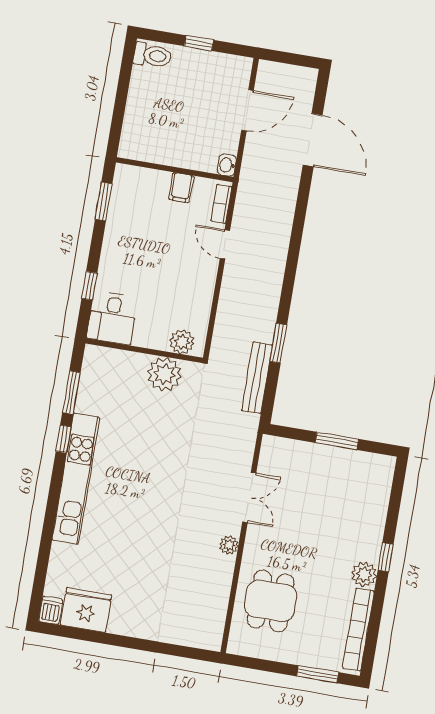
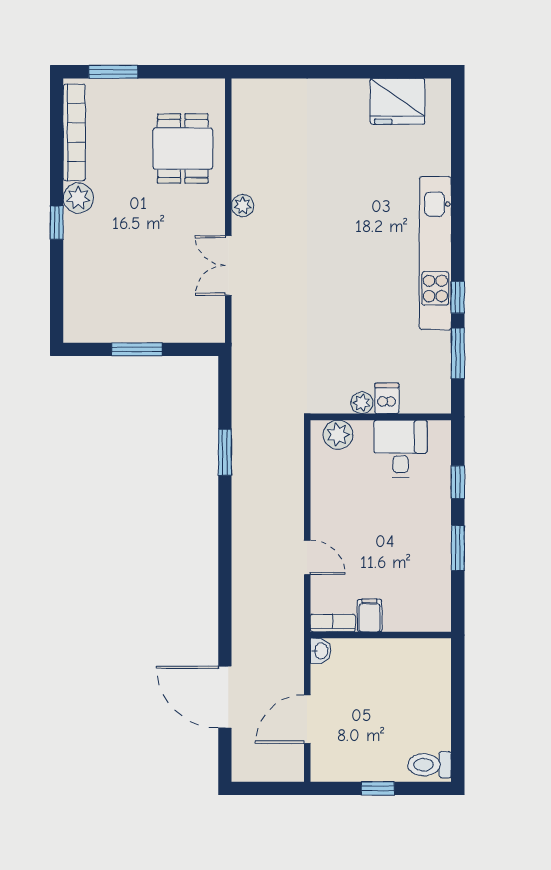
window: (104, 202) -> (458, 548), moved
bookcase: (221, 204) -> (333, 623), moved, turned -90
desk: (112, 318) -> (401, 449), moved
plant: (164, 374) -> (362, 403), width x0.53, depth x0.53
bench: (257, 378) -> (243, 407), removed
dishwasher: (51, 610) -> (387, 398), moved, turned 180

